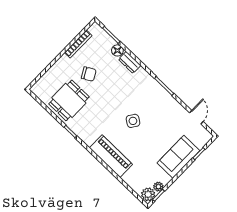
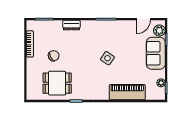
floor lamp: (117, 50) -> (57, 25), removed
dining table: (69, 100) -> (57, 83), turned 90
door: (196, 117) -> (143, 19), swing flipped
piano: (111, 156) -> (127, 92), moved
plant: (148, 194) -> (159, 31), moved

